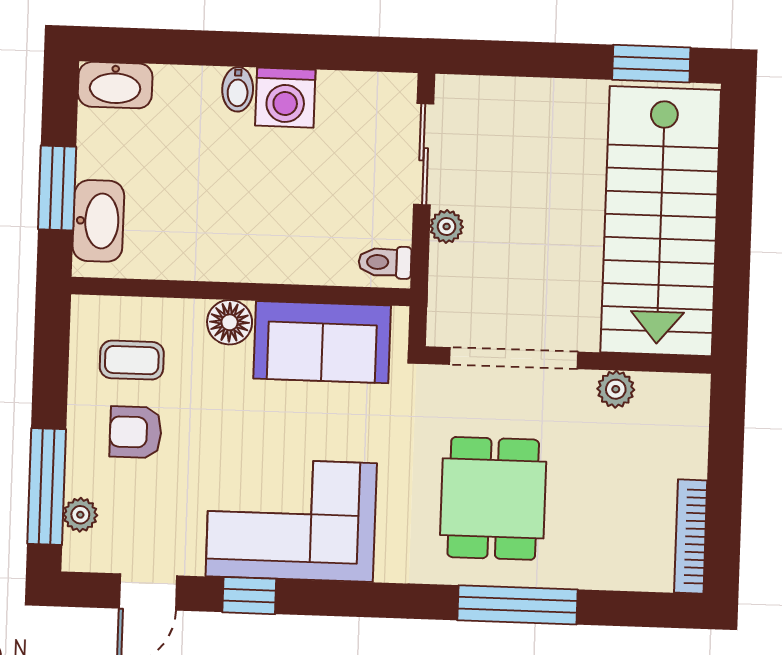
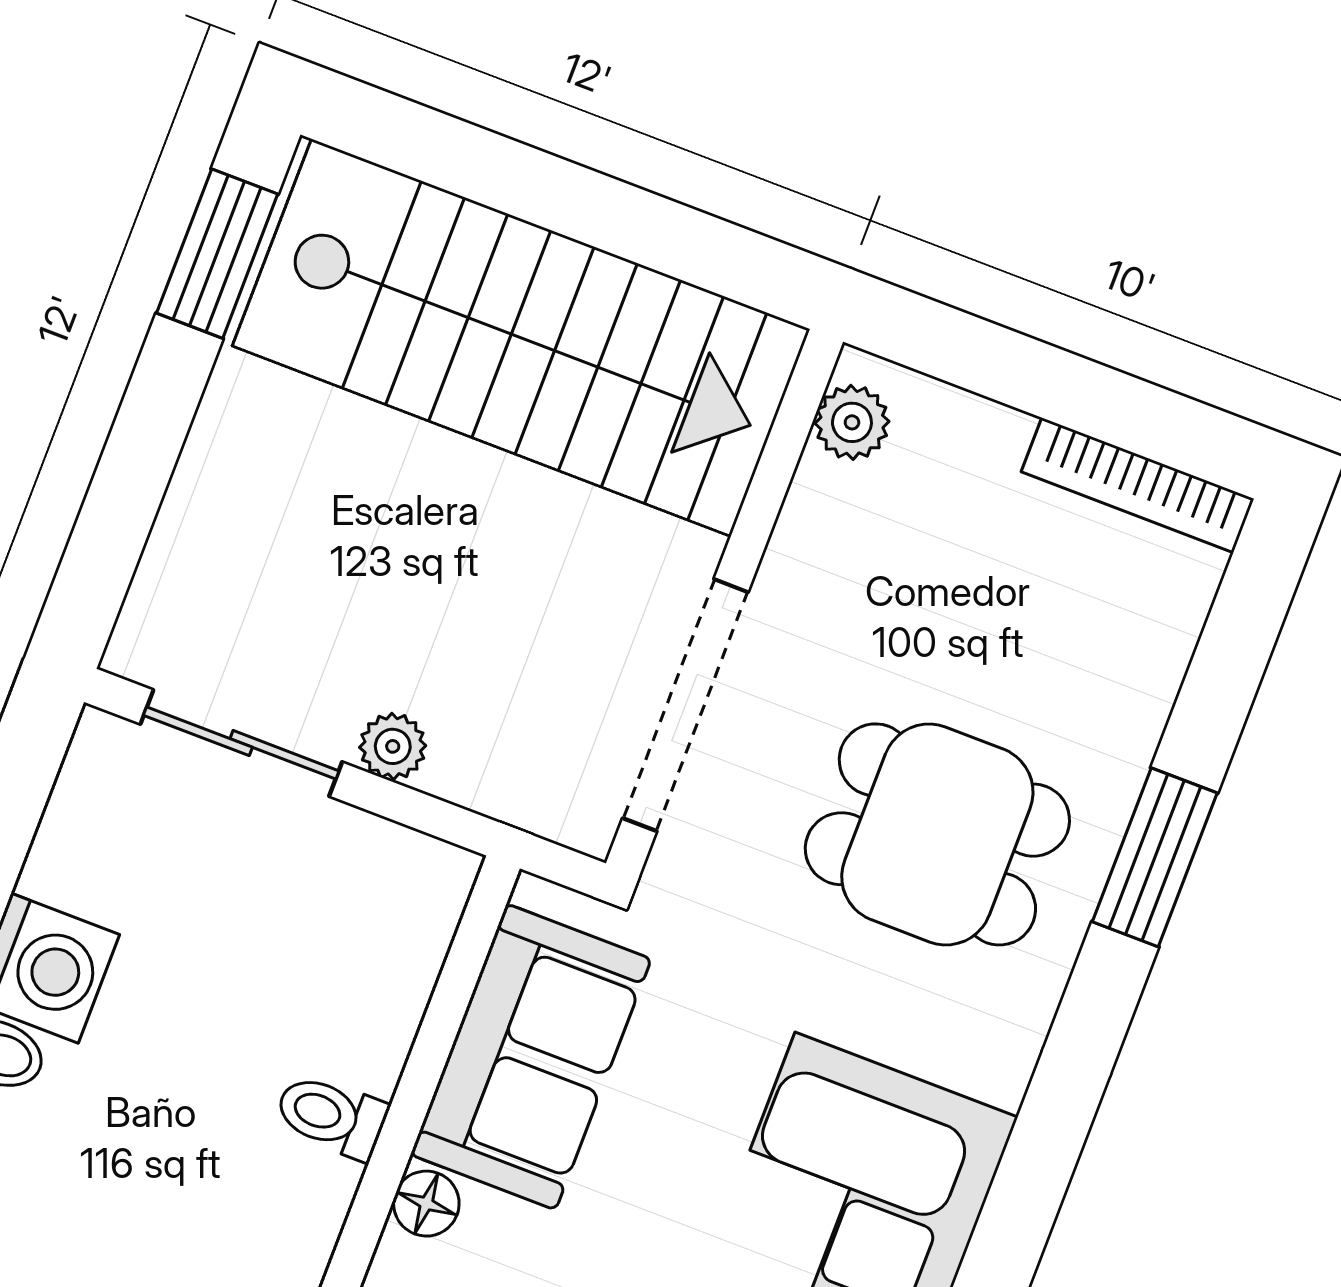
toilet: (385, 262) -> (331, 1116), moved, turned 90
floor lamp: (230, 322) -> (426, 1204), width x0.73, depth x0.73
plant: (616, 389) -> (852, 422), moved
window: (517, 605) -> (1155, 857), width x0.69

